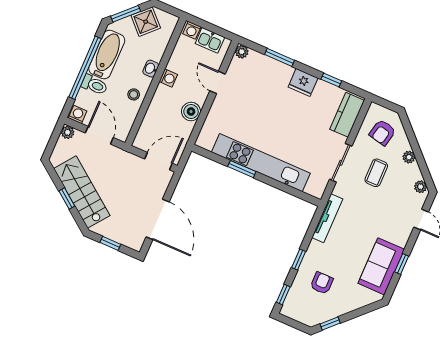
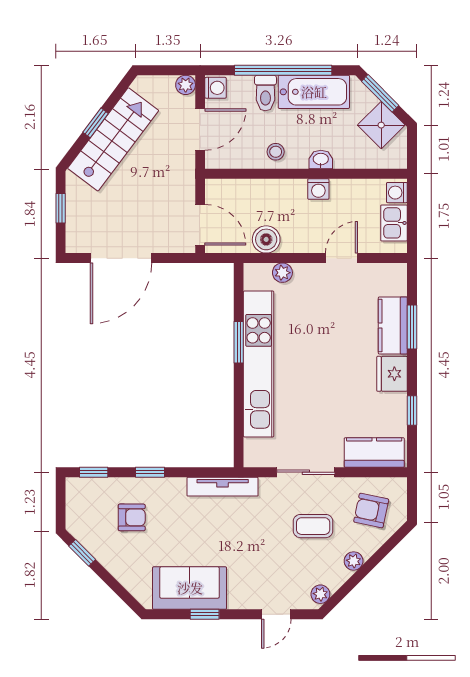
plant: (242, 52) -> (282, 273), moved
kitchen counter: (273, 69) -> (393, 326), added
boiler: (191, 111) -> (266, 239), moved

